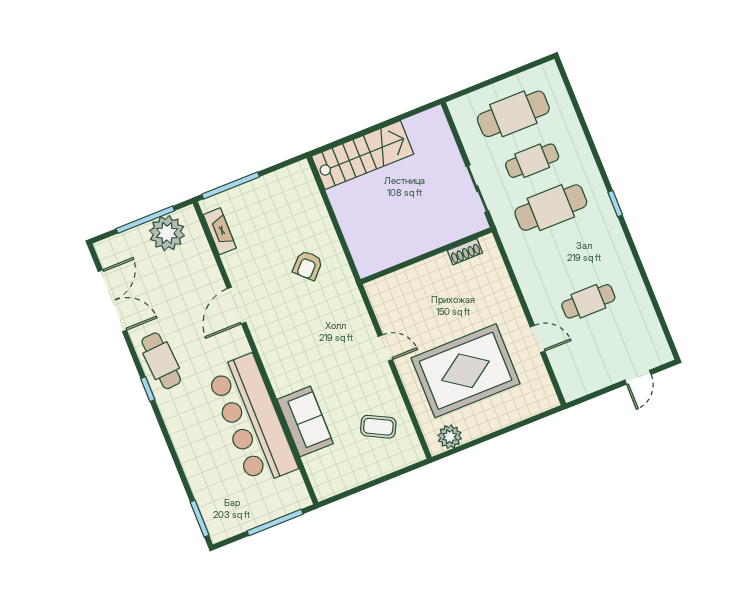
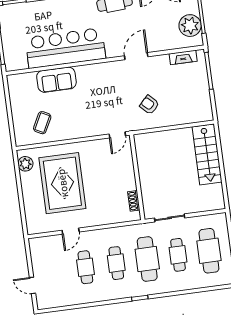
cafe table: (570, 254) -> (116, 263), added
door: (237, 305) -> (136, 56), hinge flipped
door: (385, 348) -> (117, 135), moved

